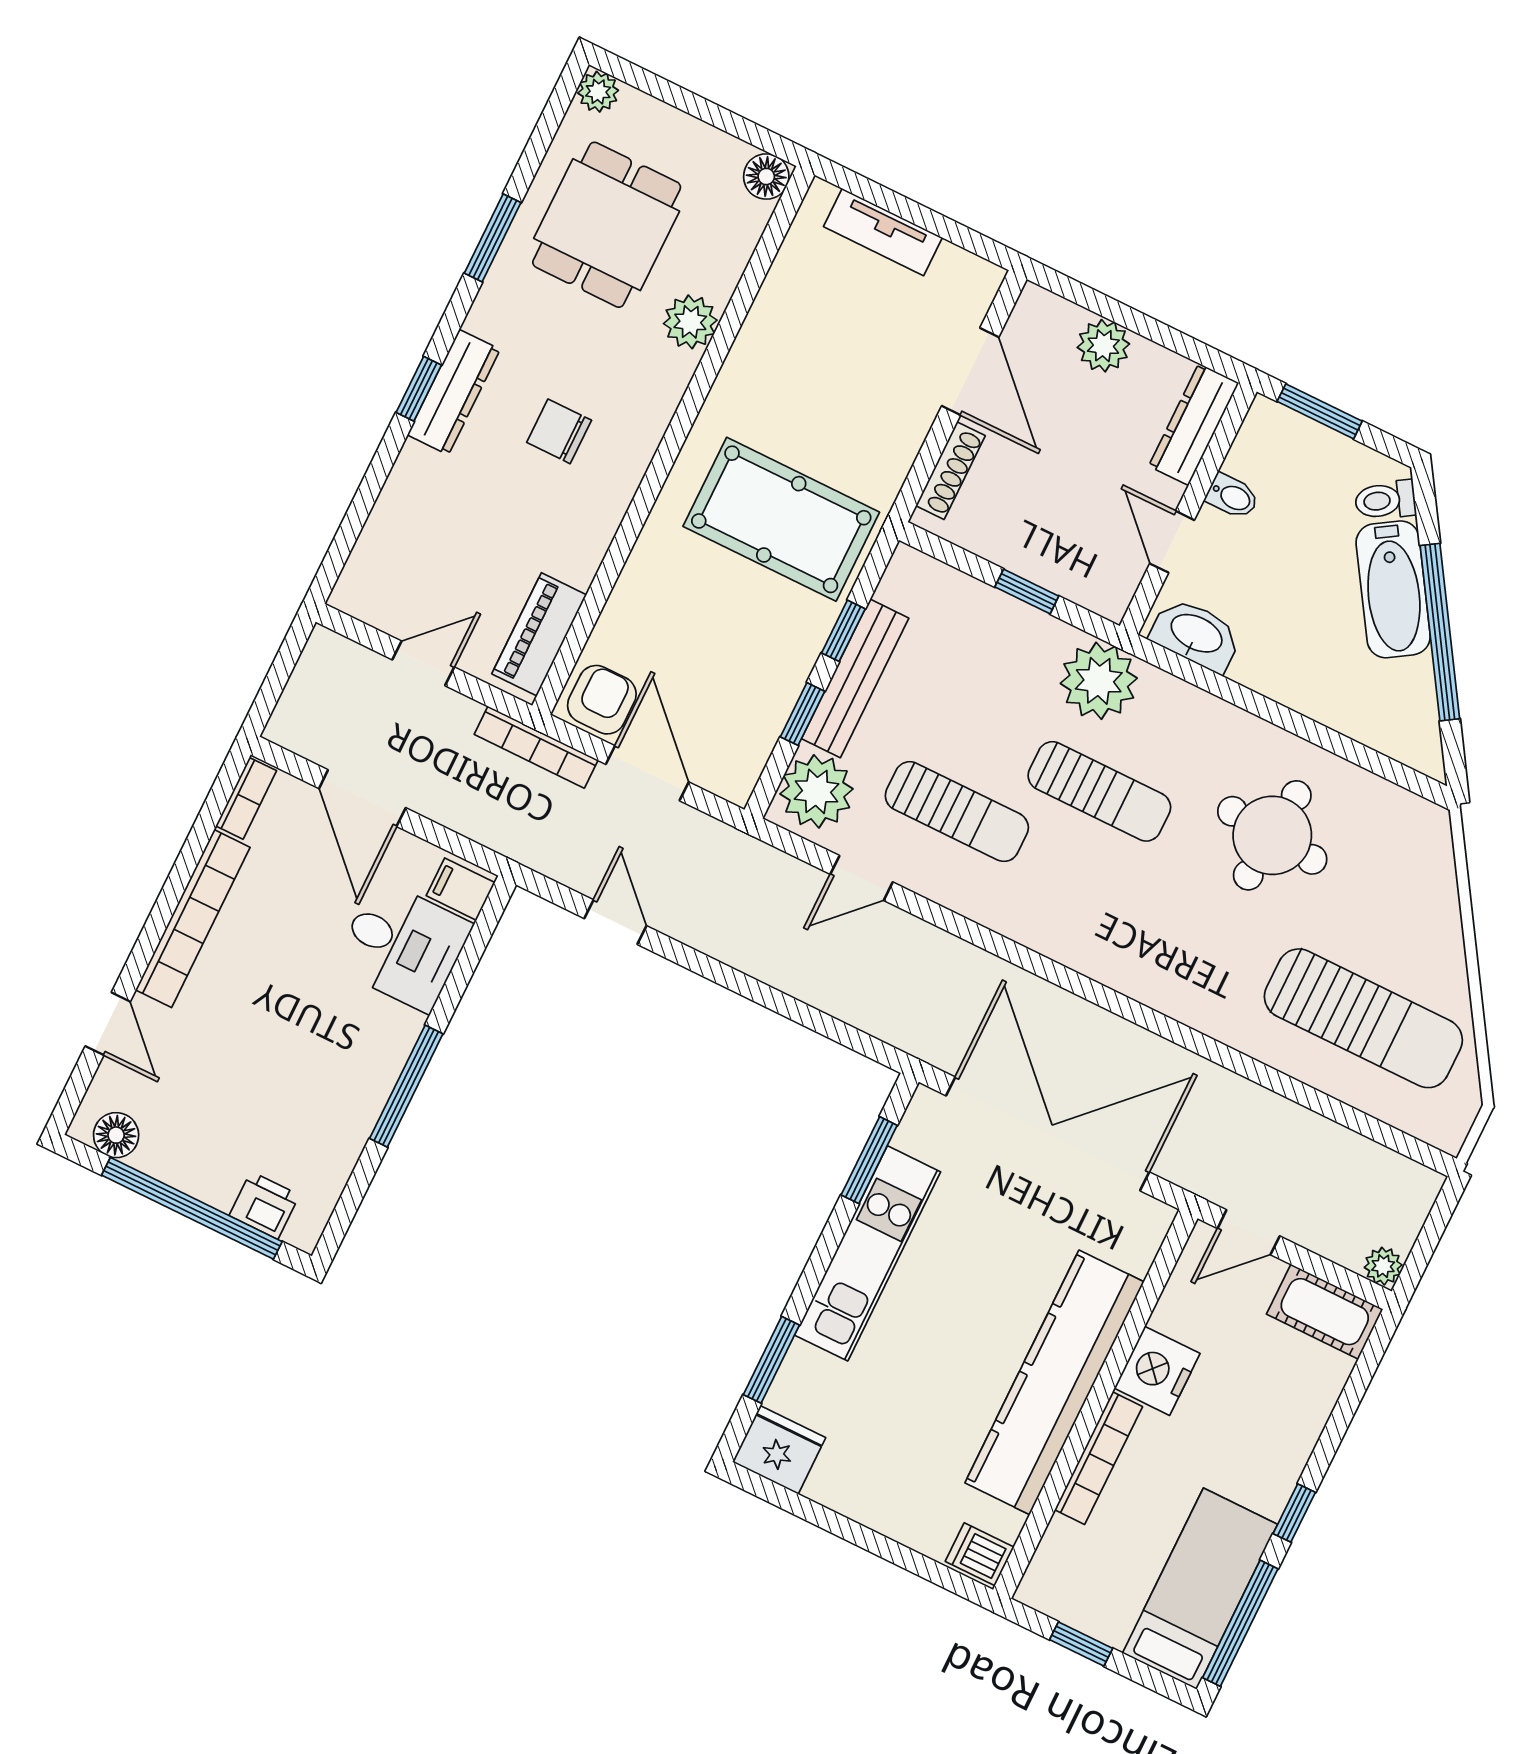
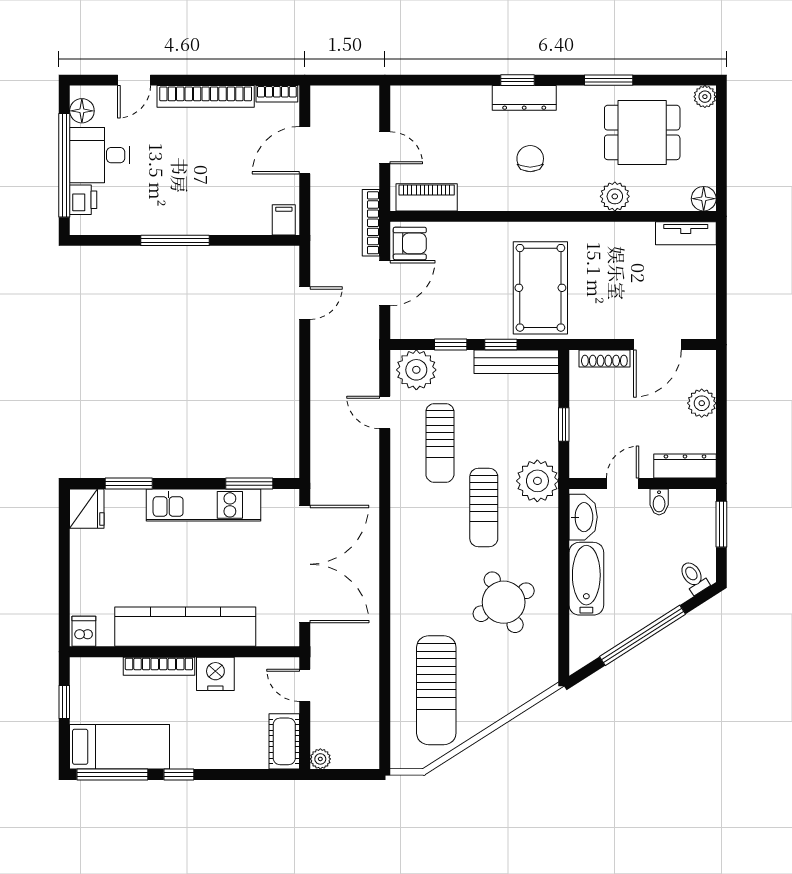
tv unit: (883, 232) -> (686, 233), moved, turned -90
bathtub: (1393, 589) -> (586, 579), moved, turned 123
bench: (855, 678) -> (516, 362), moved
round table: (1272, 835) -> (504, 602), turned -32
desk: (403, 946) -> (100, 155), moved, turned 90

